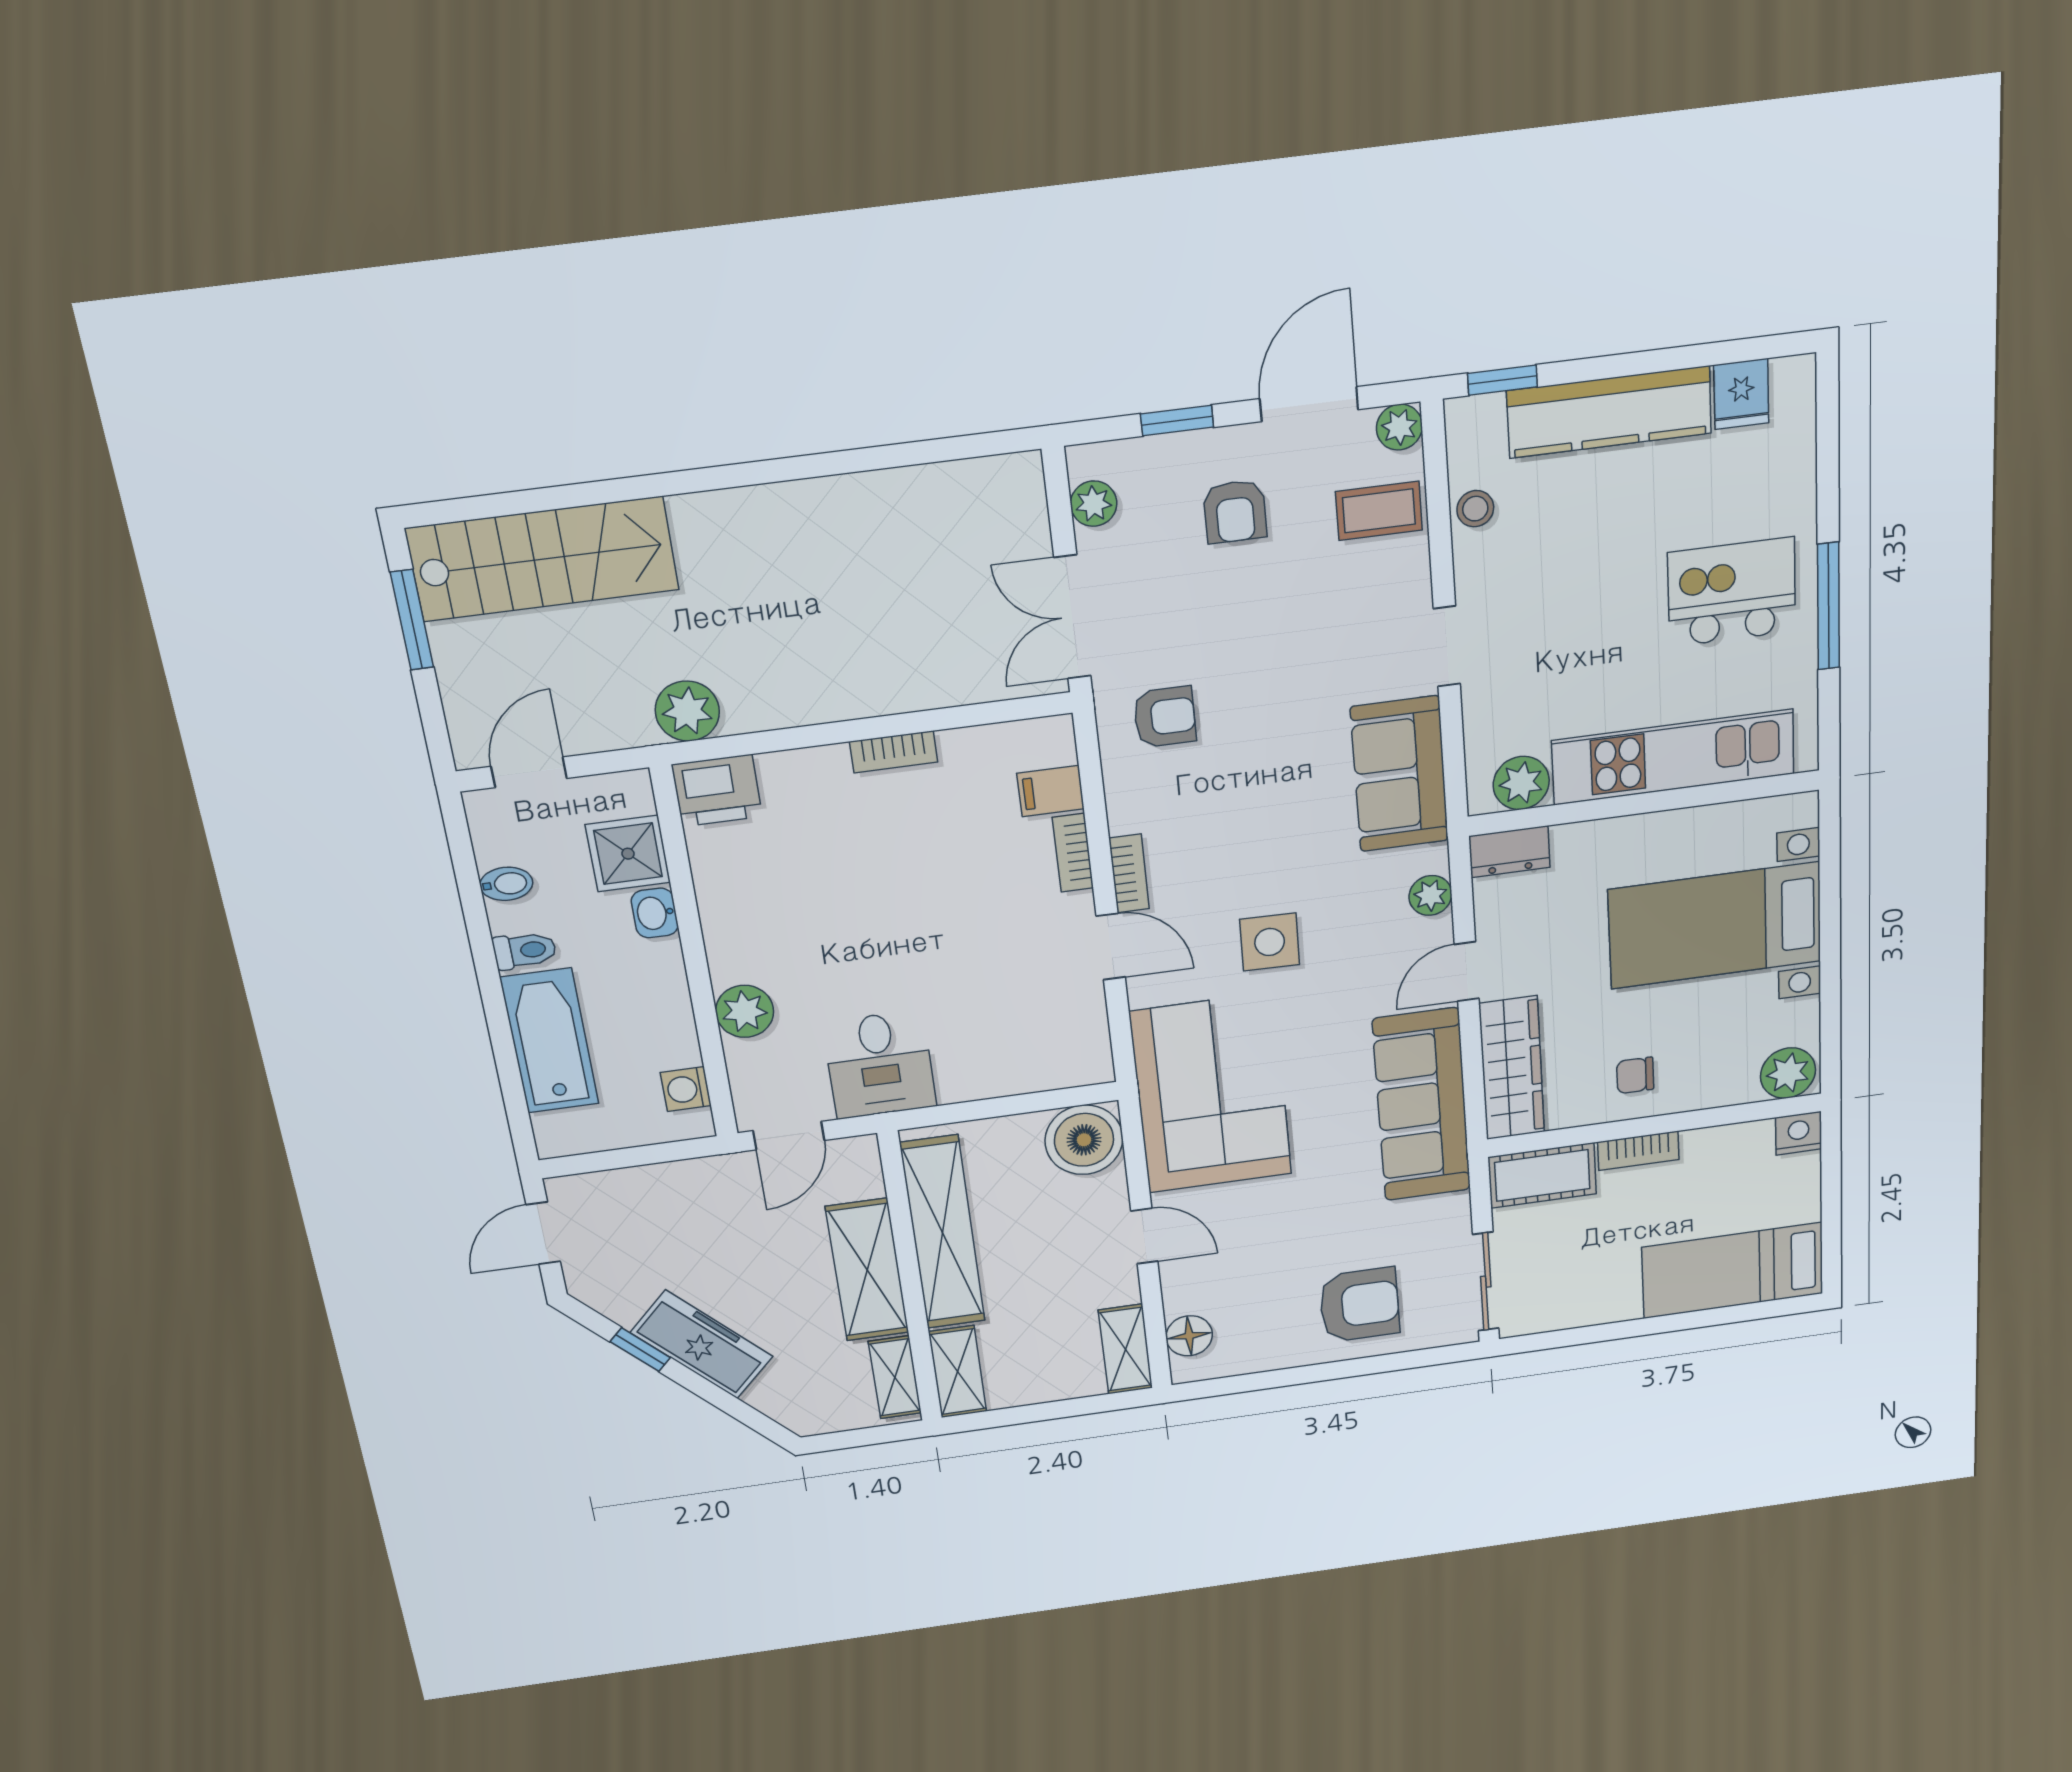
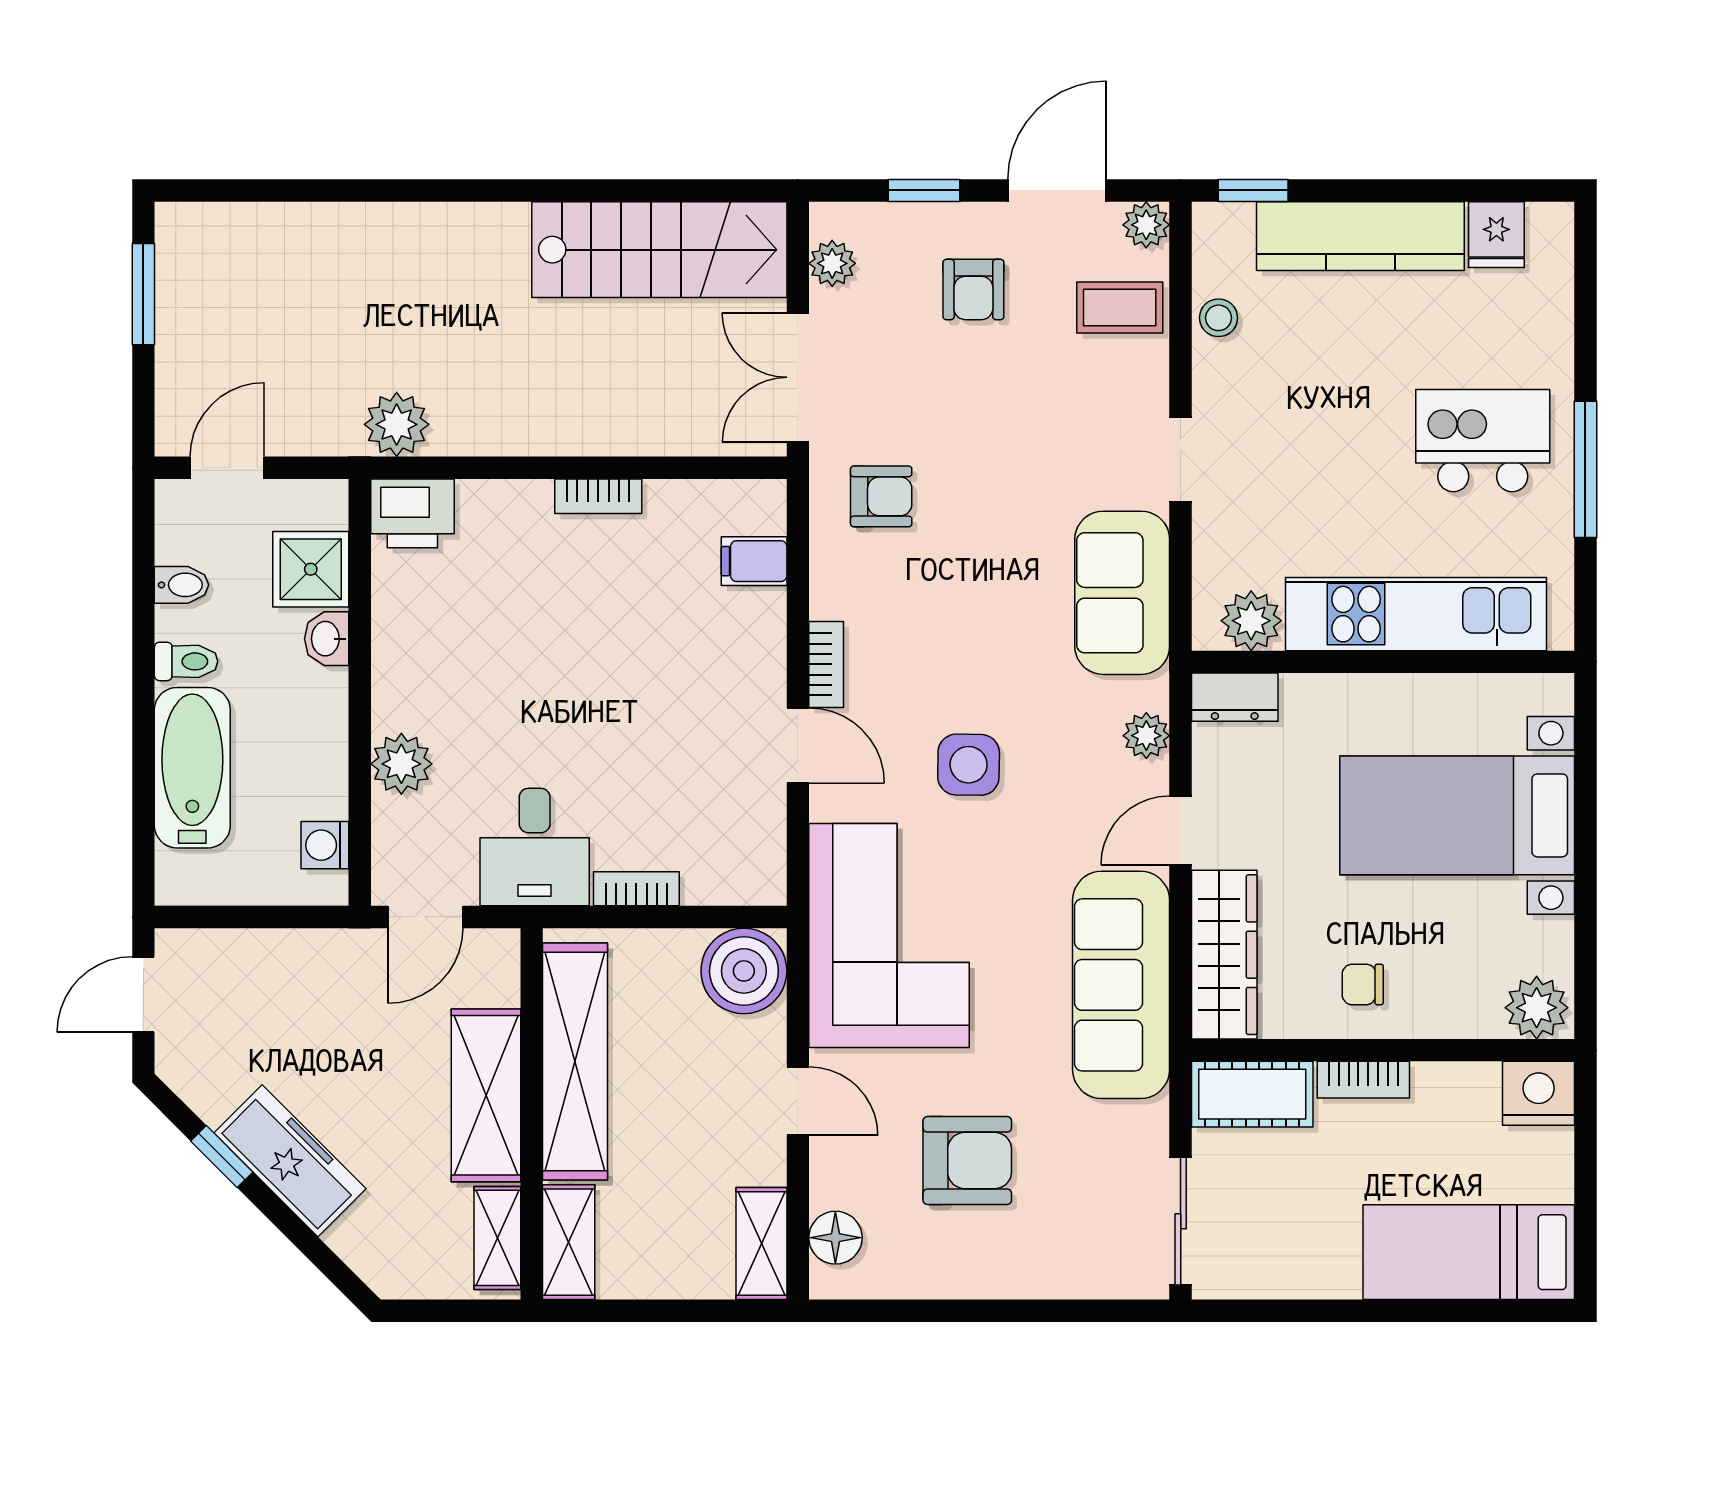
stairs: (543, 559) -> (659, 250), moved
bookcase: (1073, 853) -> (636, 889), moved, turned 90
nightstand: (1799, 1133) -> (1539, 1093), width x1.36, depth x1.33
armchair: (1359, 1305) -> (967, 1161), moved

